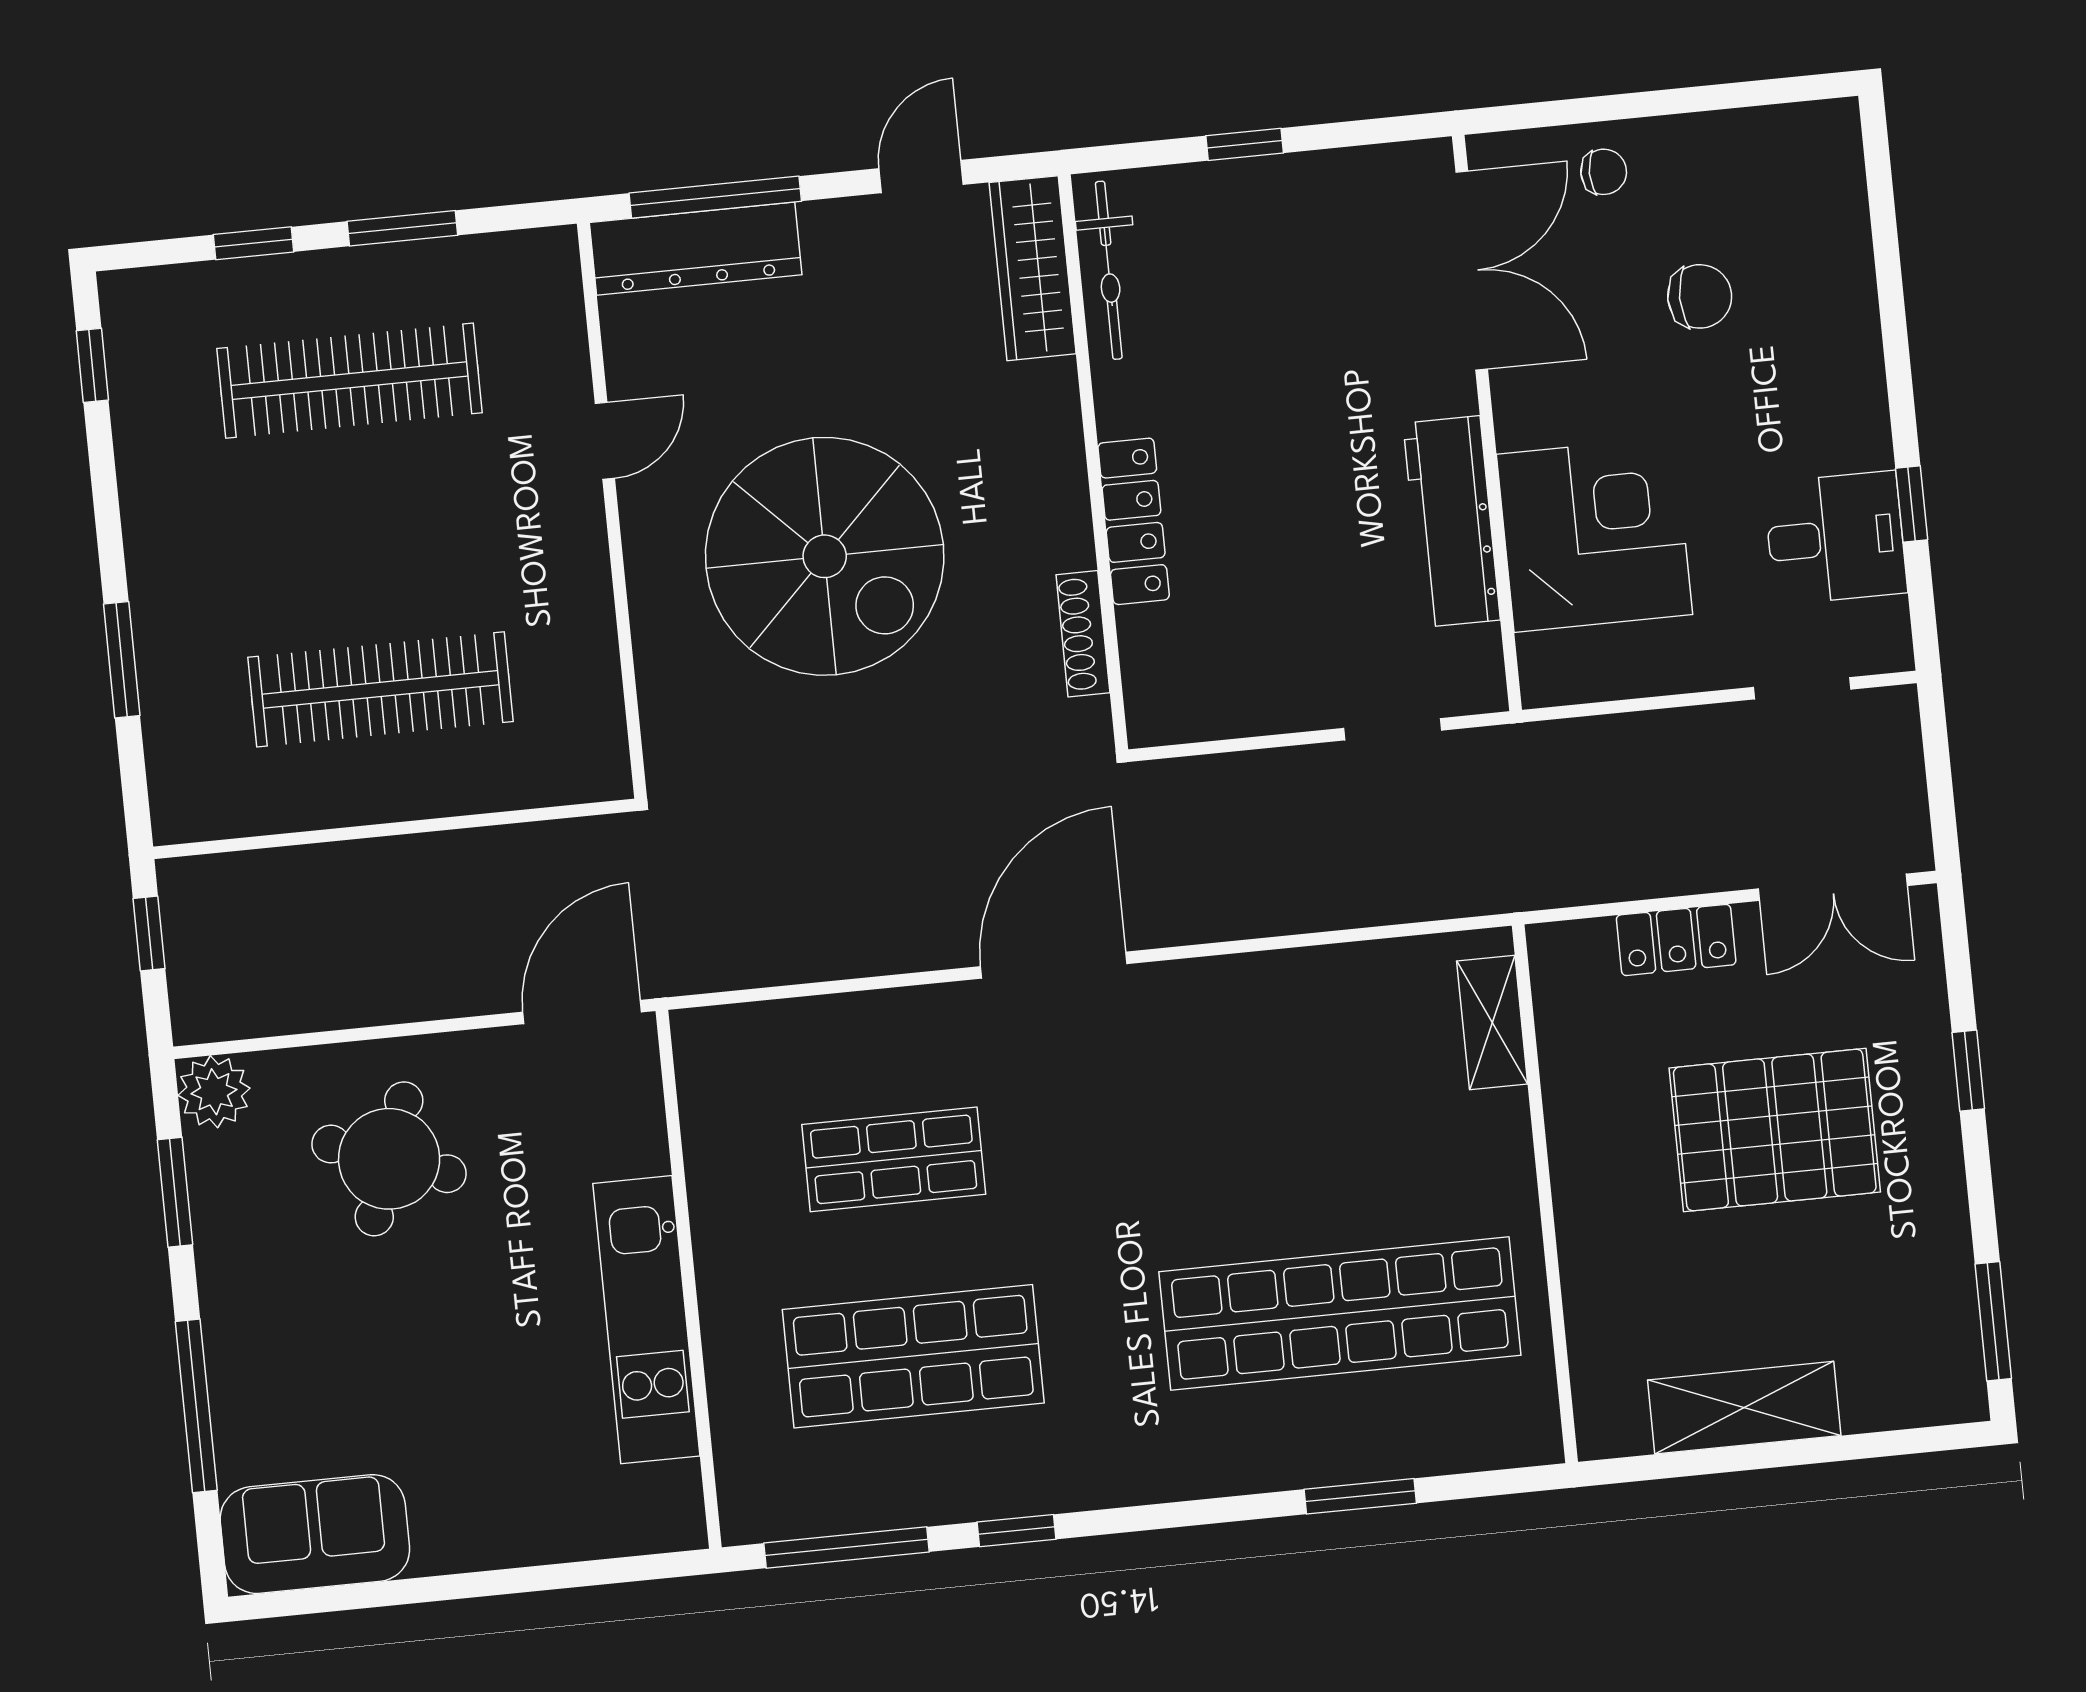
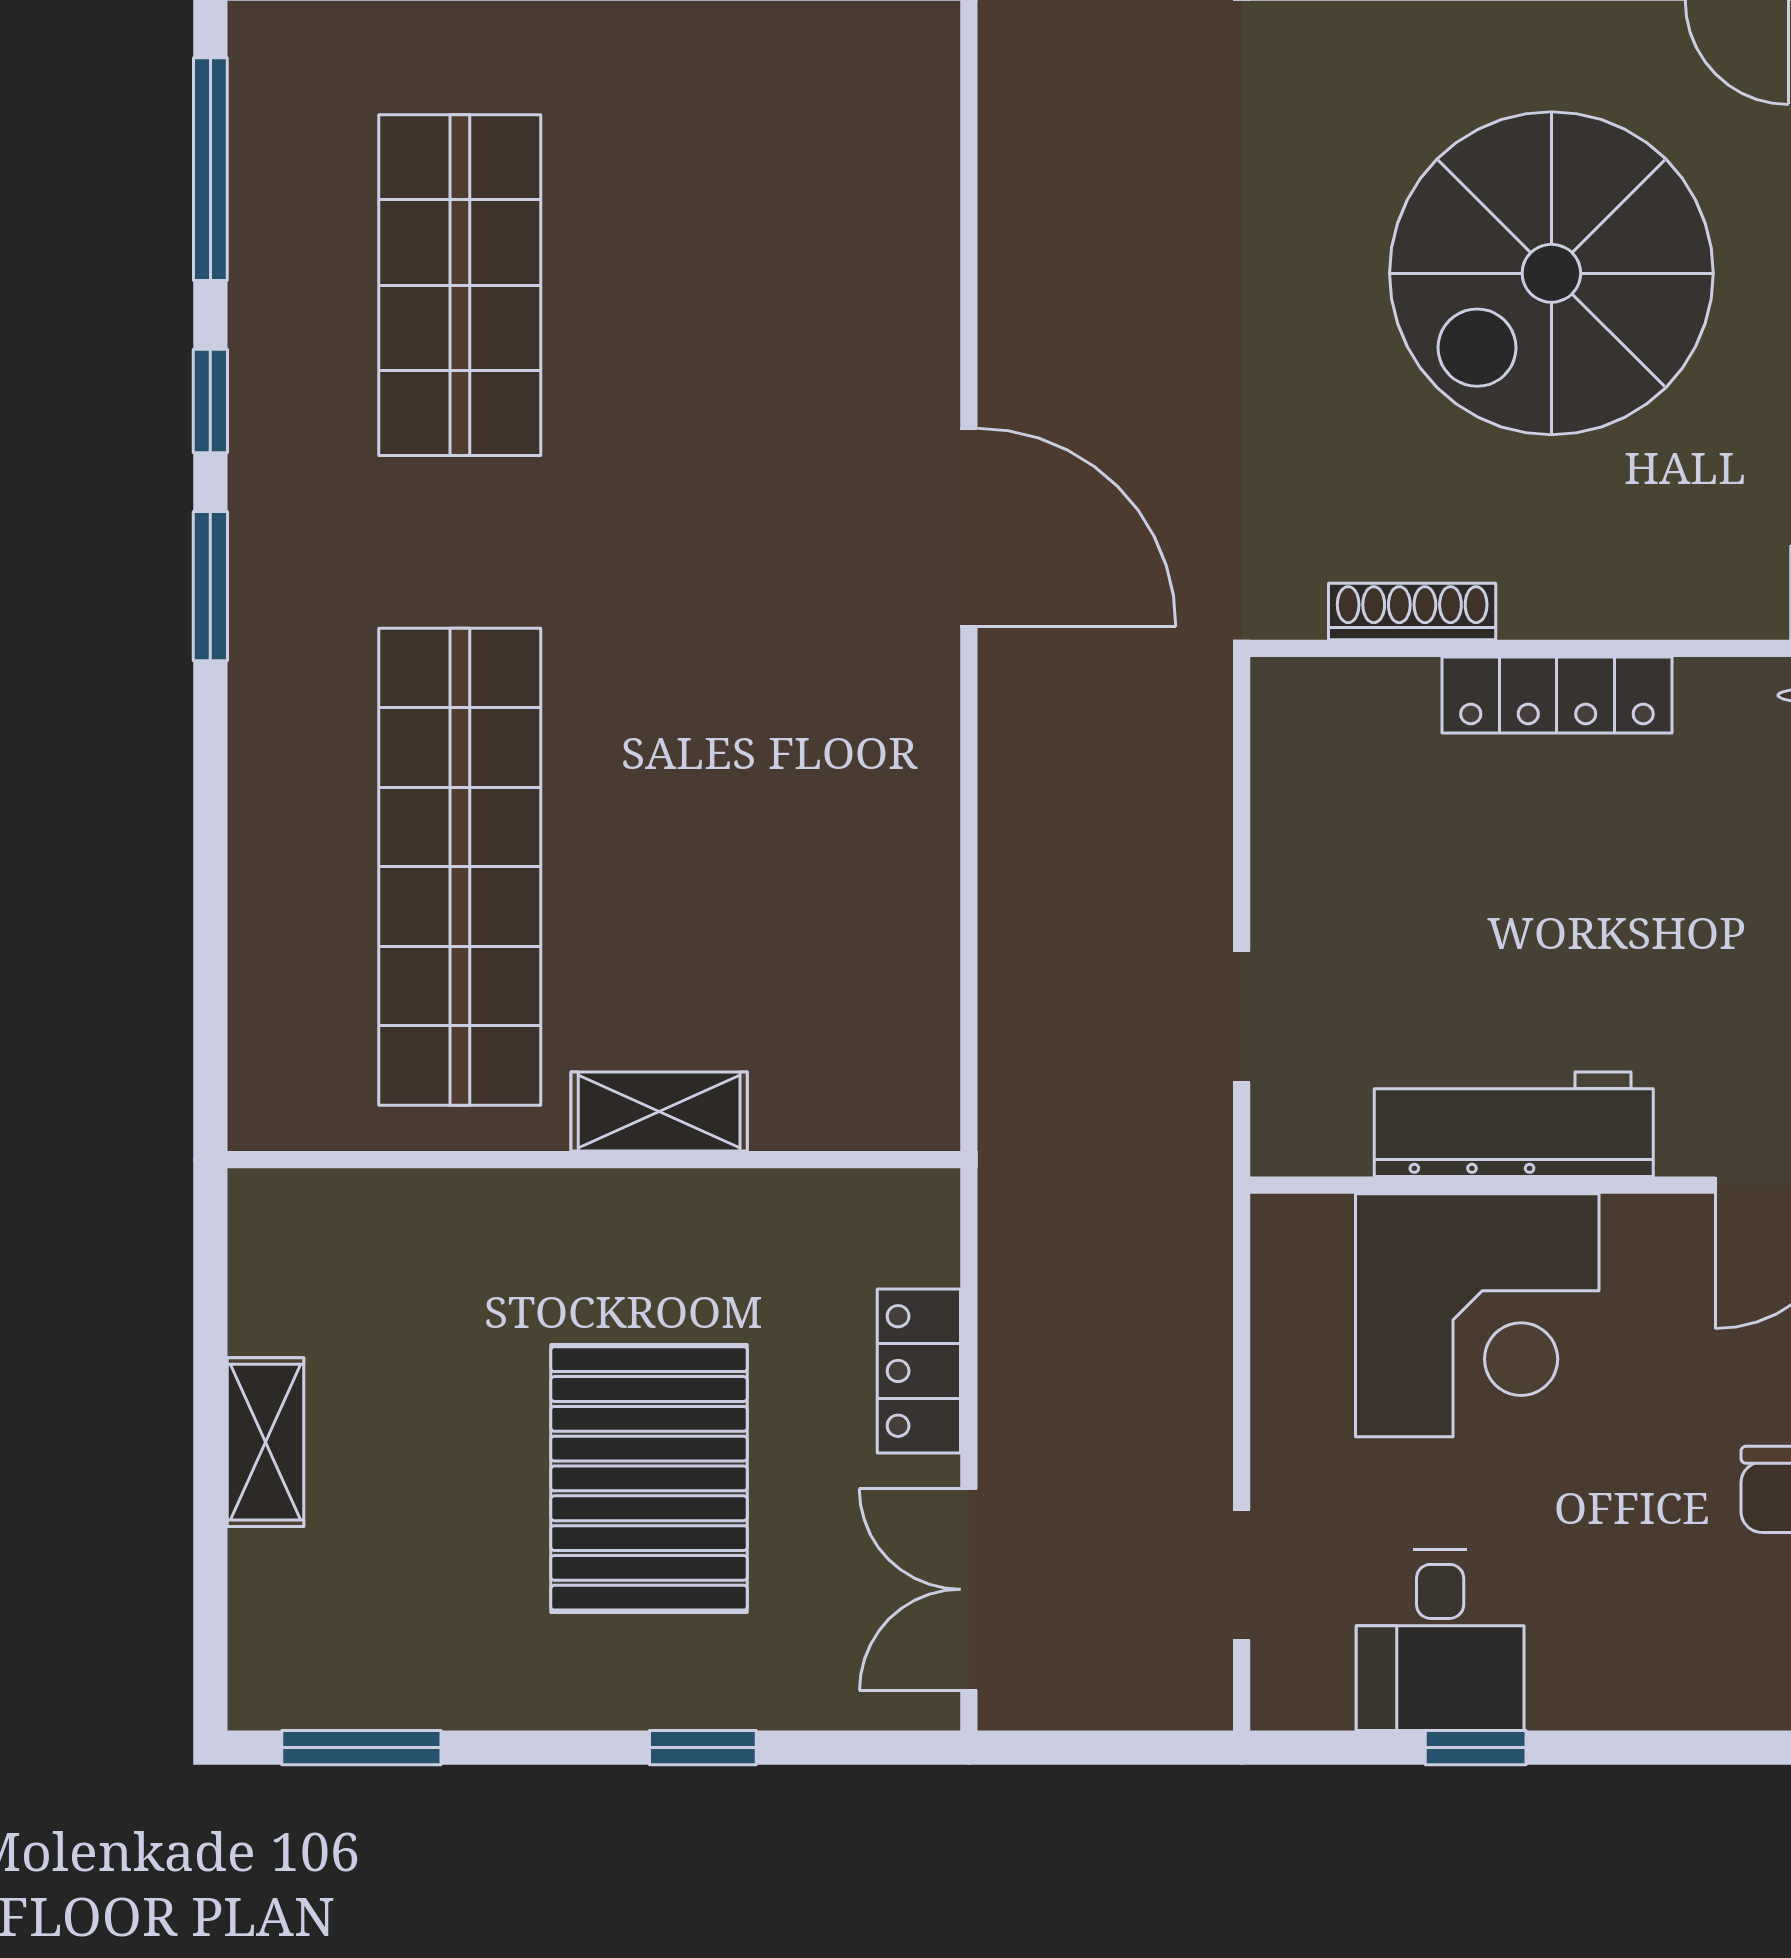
shelving: (1492, 1023) -> (659, 1112), moved
shop shelf: (894, 1159) -> (728, 285), removed
shelving: (1744, 1408) -> (266, 1442), width x0.67, depth x0.75
window: (1360, 1496) -> (210, 586), moved

